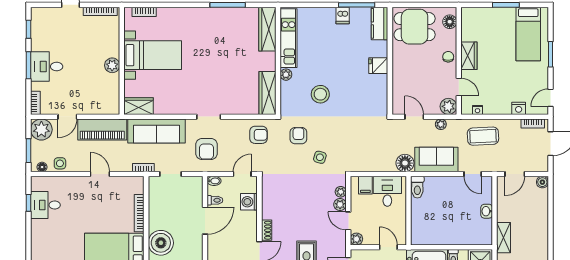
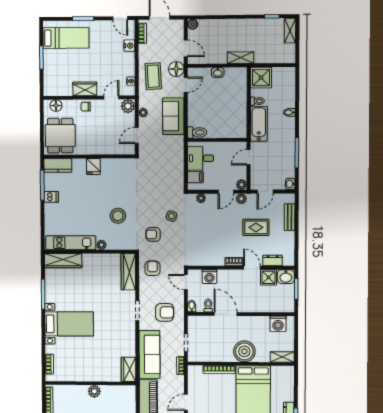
bed with nightstands: (153, 55) -> (69, 324), moved, turned 90
wardrobe: (268, 93) -> (128, 272), moved, turned 90
floor lamp: (405, 163) -> (176, 69), moved
plant: (340, 205) -> (241, 199), moved

